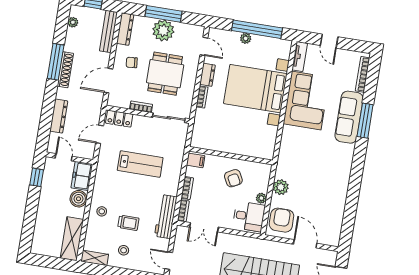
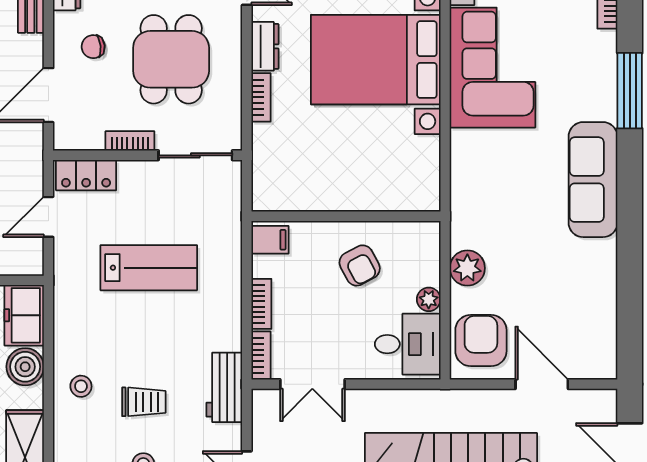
sofa: (349, 117) -> (593, 180), moved
workbench: (166, 217) -> (224, 387), width x0.73

